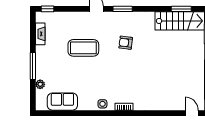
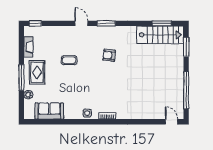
coffee table: (83, 48) -> (69, 60), width x0.54, depth x0.58
rug: (49, 61) -> (37, 72), added

